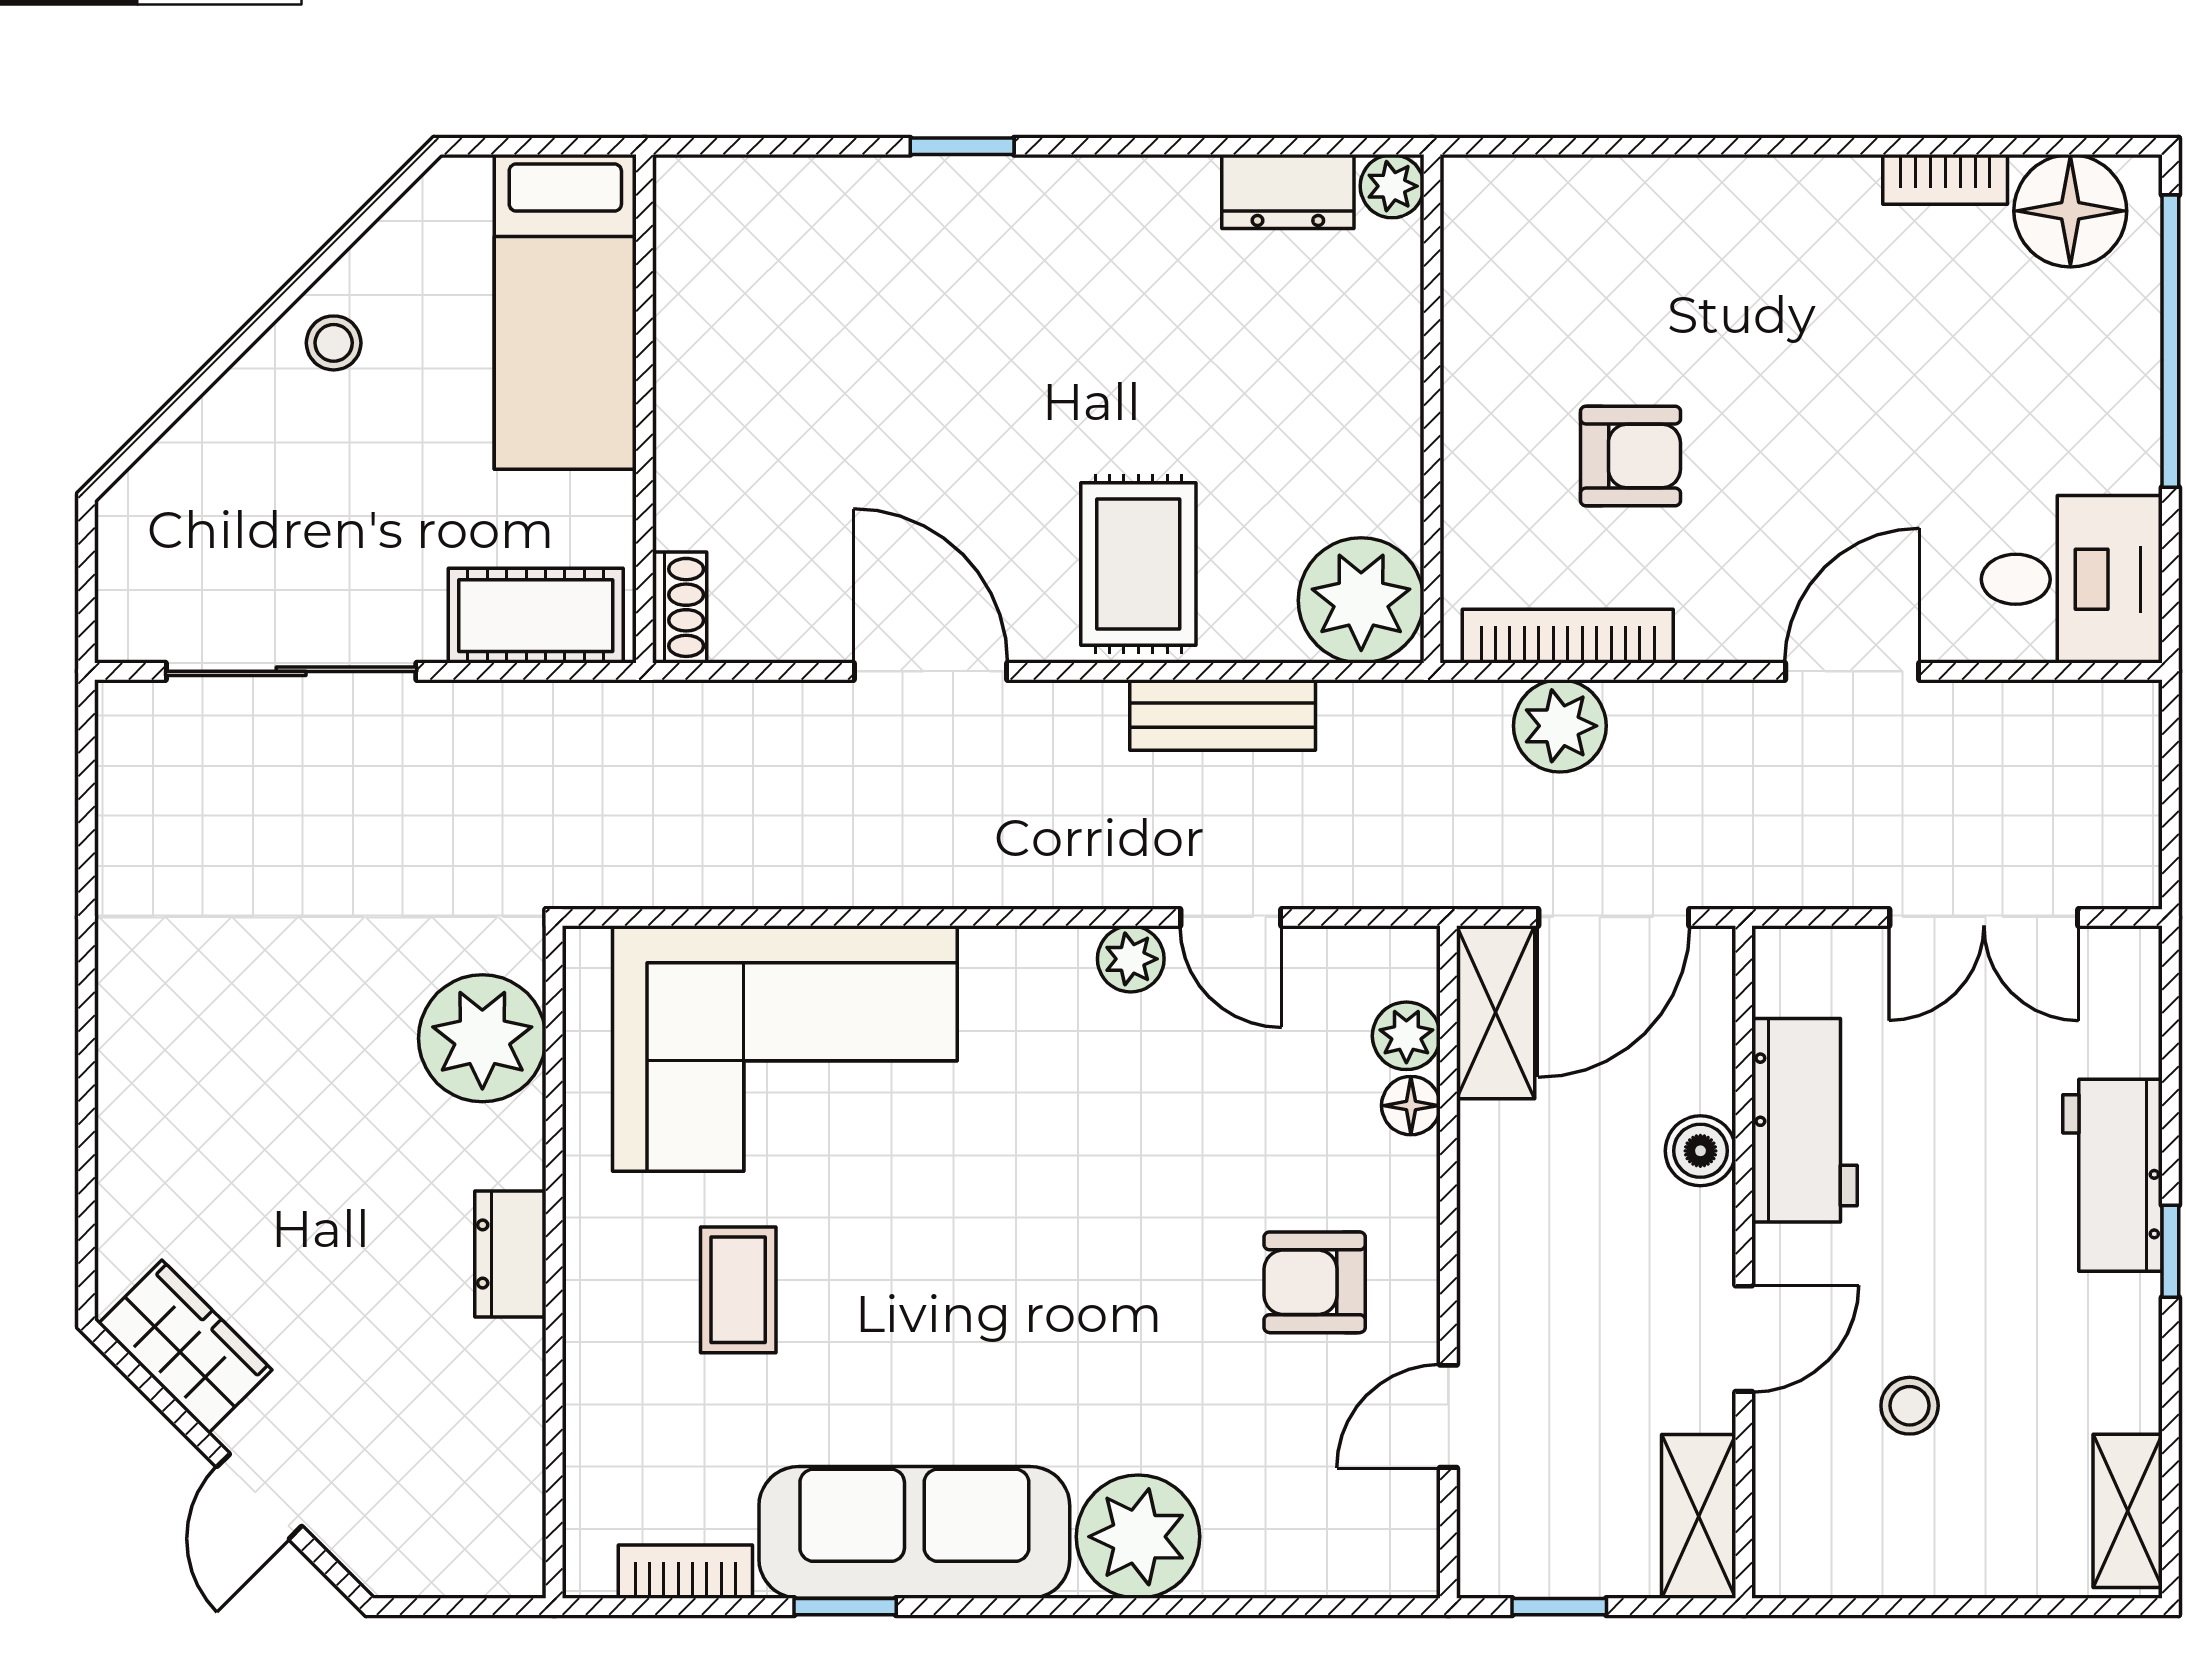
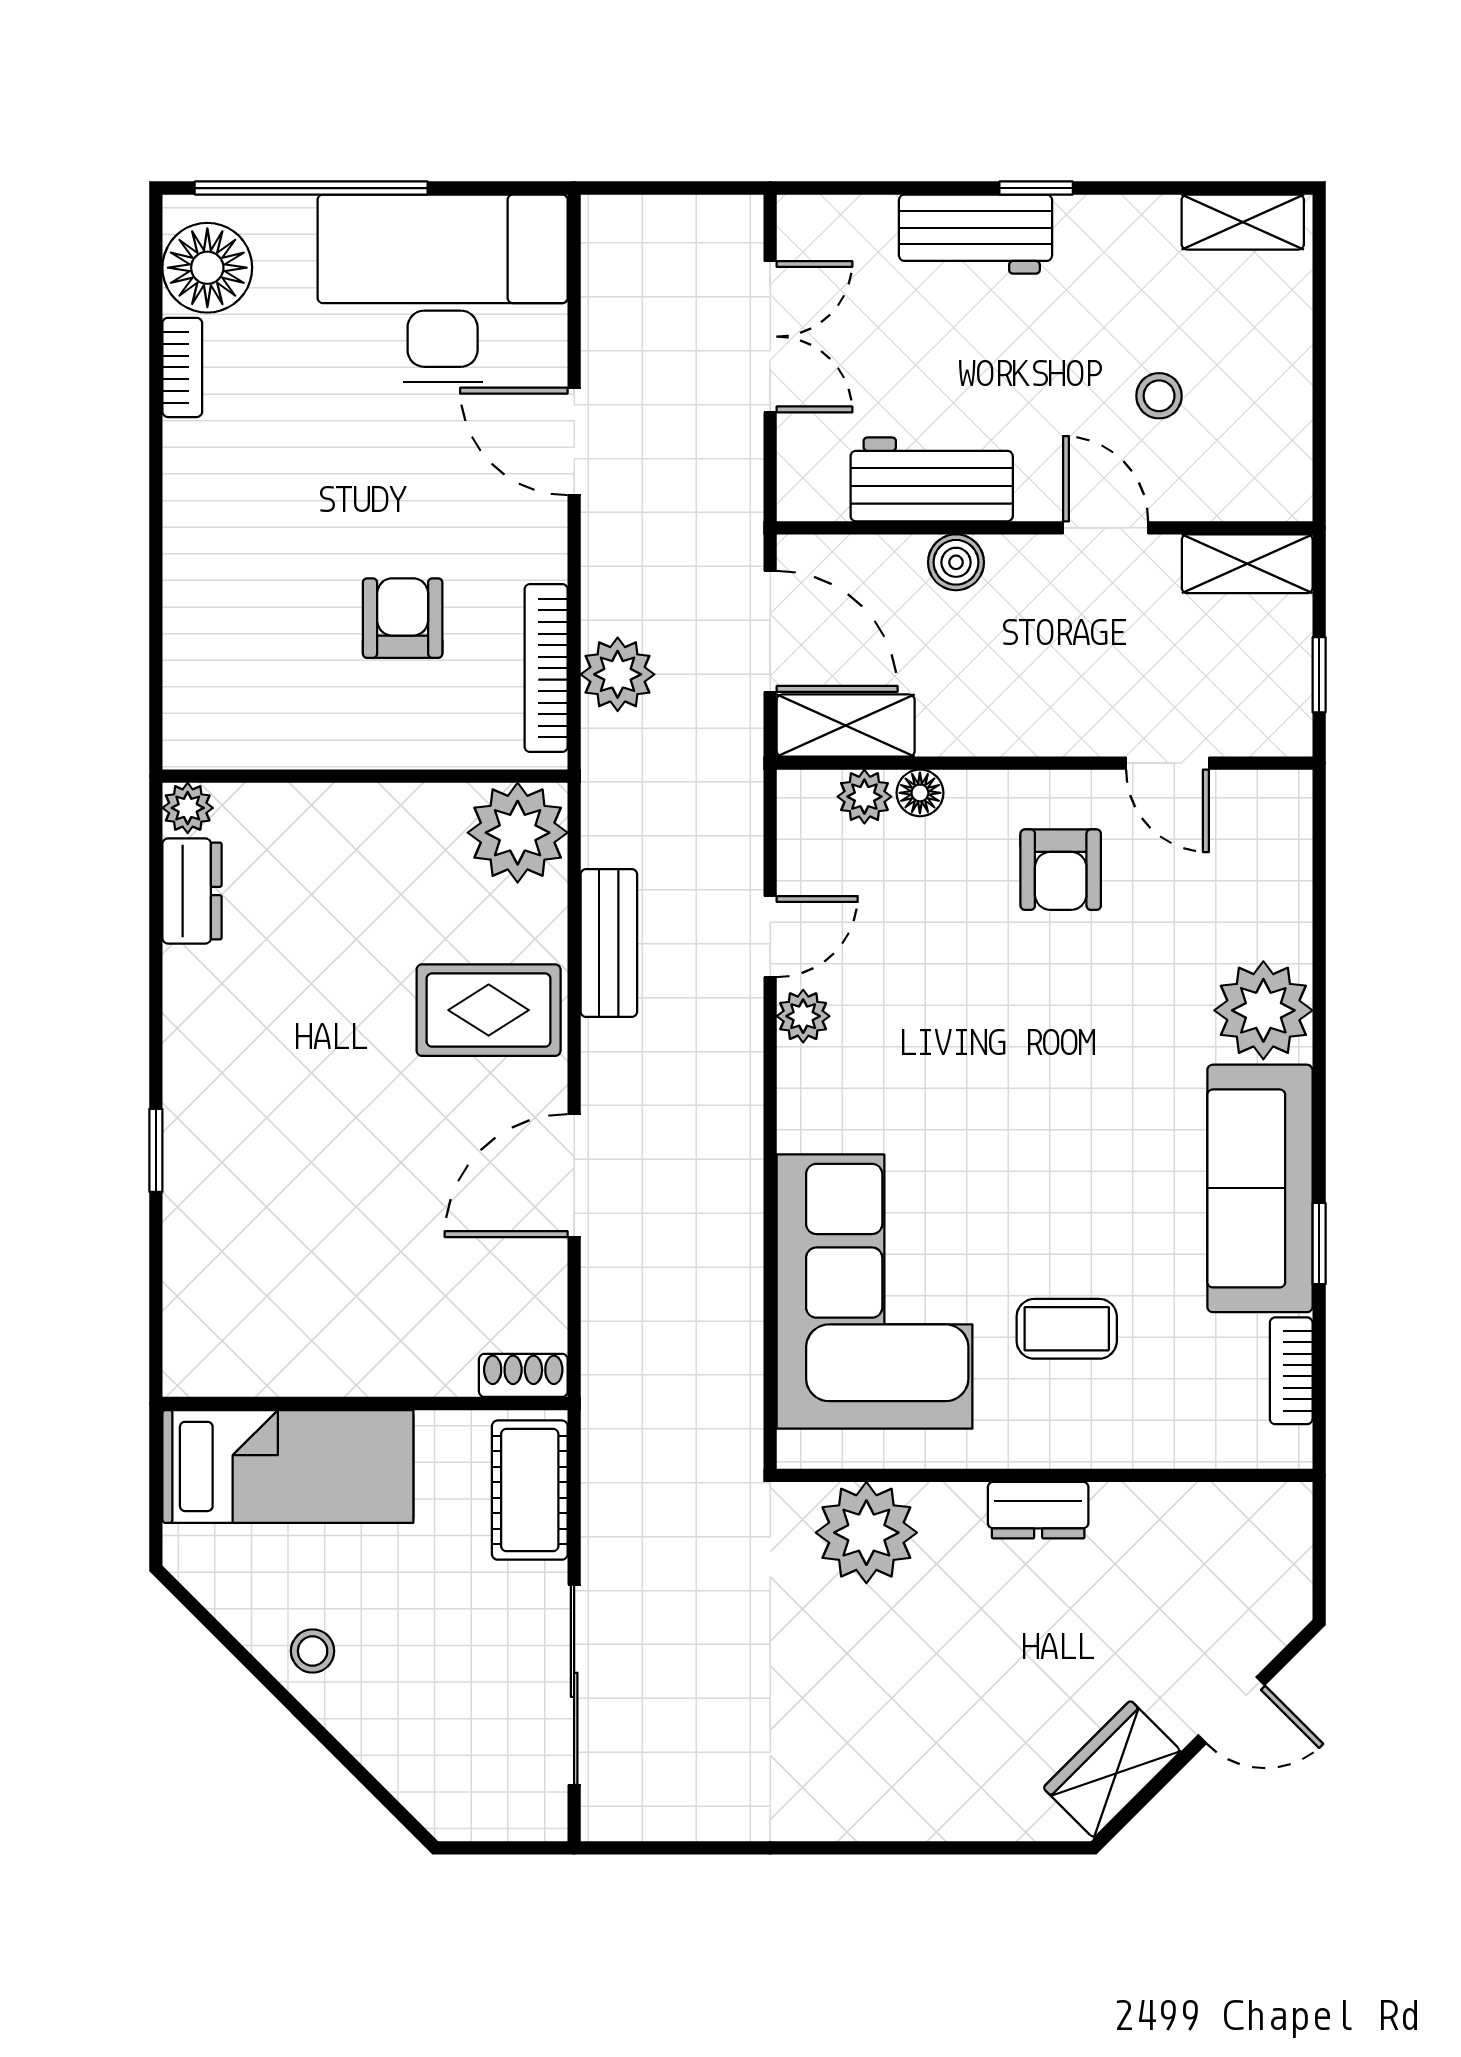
desk: (2072, 579) -> (443, 288), width x1.87, depth x1.30

